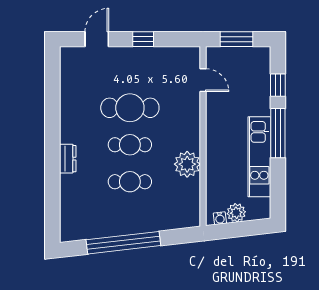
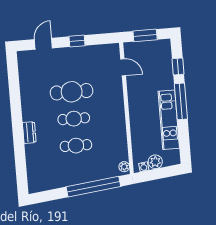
plant: (187, 164) -> (124, 167), moved, width x0.53, depth x0.53
window: (123, 243) -> (93, 187), moved

